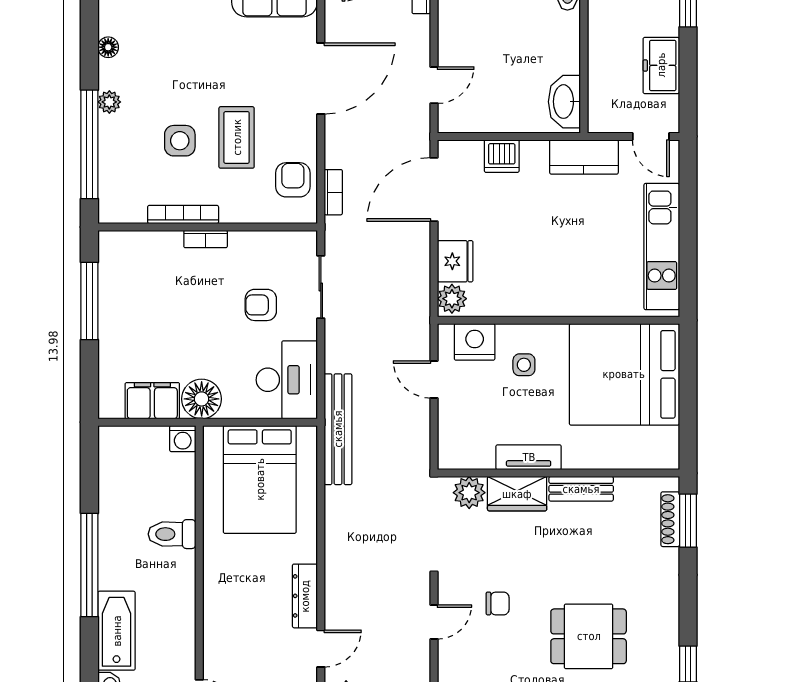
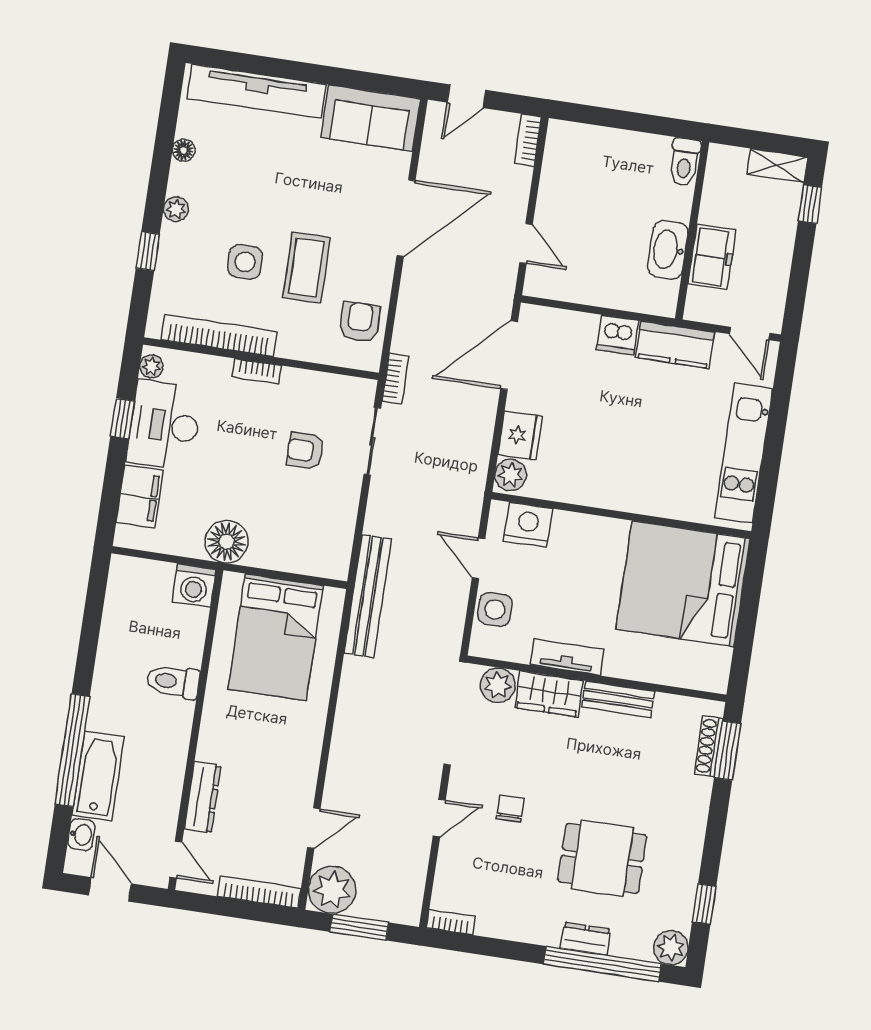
freezer: (661, 65) -> (712, 257), moved, turned 180
door: (434, 85) -> (526, 244), hinge flipped
washbasin: (564, 102) -> (668, 250), moved
window: (89, 144) -> (148, 251), width x0.32
dishwasher: (502, 156) -> (617, 335), moved
bookcase: (333, 192) -> (395, 379), moved
bookcase: (183, 214) -> (219, 336), width x1.48, depth x1.31
plant: (109, 249) -> (151, 366), added
window: (89, 301) -> (122, 419), width x0.46
side table: (524, 365) -> (495, 609), moved, width x1.37, depth x1.37
desk: (287, 380) -> (164, 425), moved, turned 180
filing cabinet: (152, 401) -> (140, 496), moved, turned 90
washing machine: (183, 439) -> (194, 586), width x1.38, depth x1.38
window: (89, 565) -> (72, 750), moved
dresser: (305, 596) -> (203, 797), moved, turned 180
chair: (498, 603) -> (510, 808), turned -90

